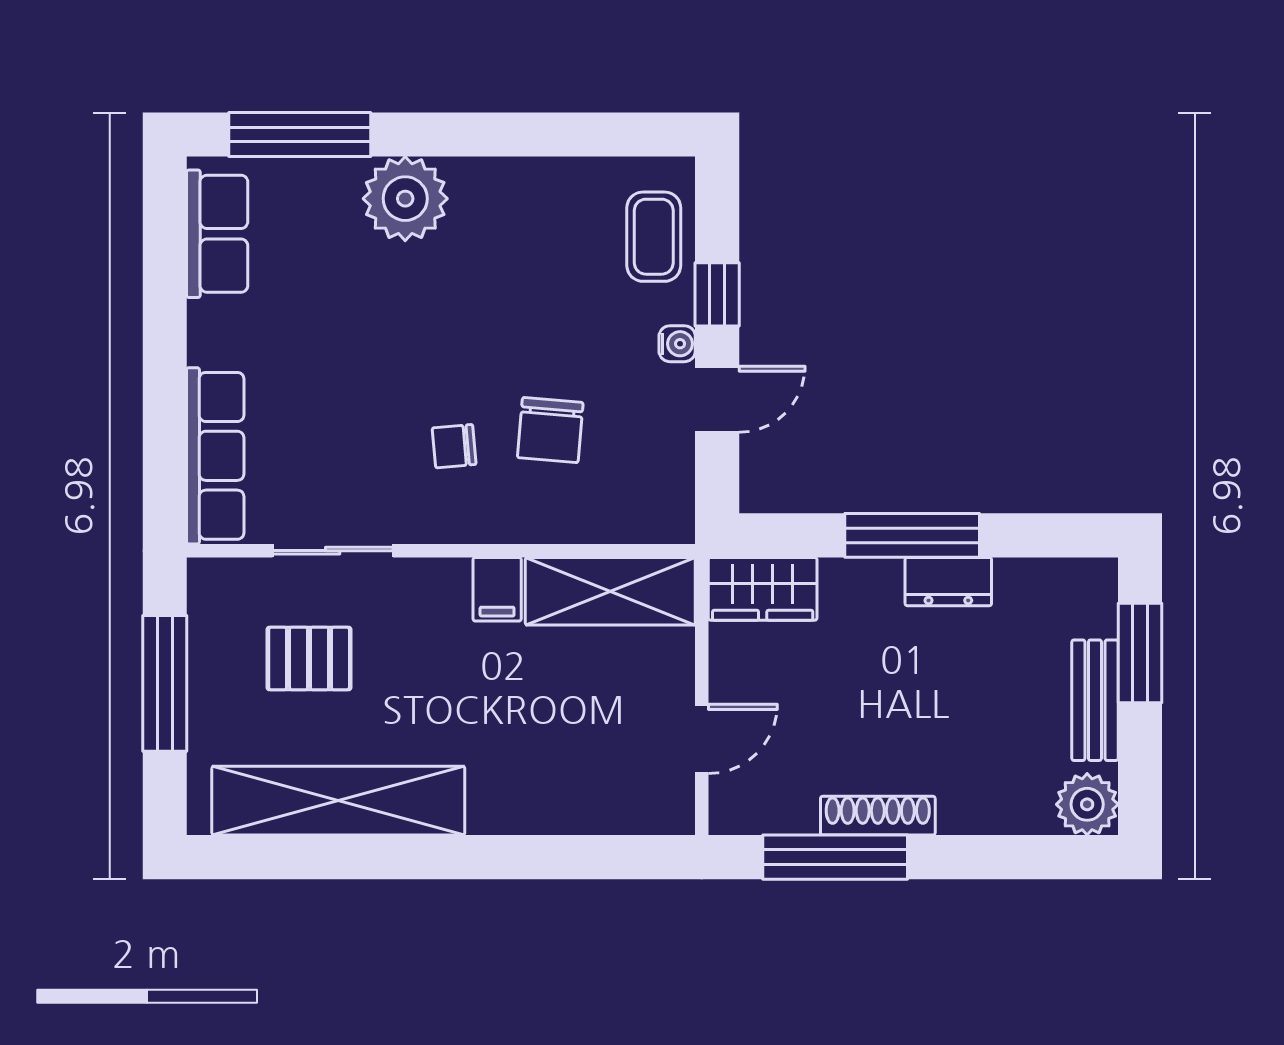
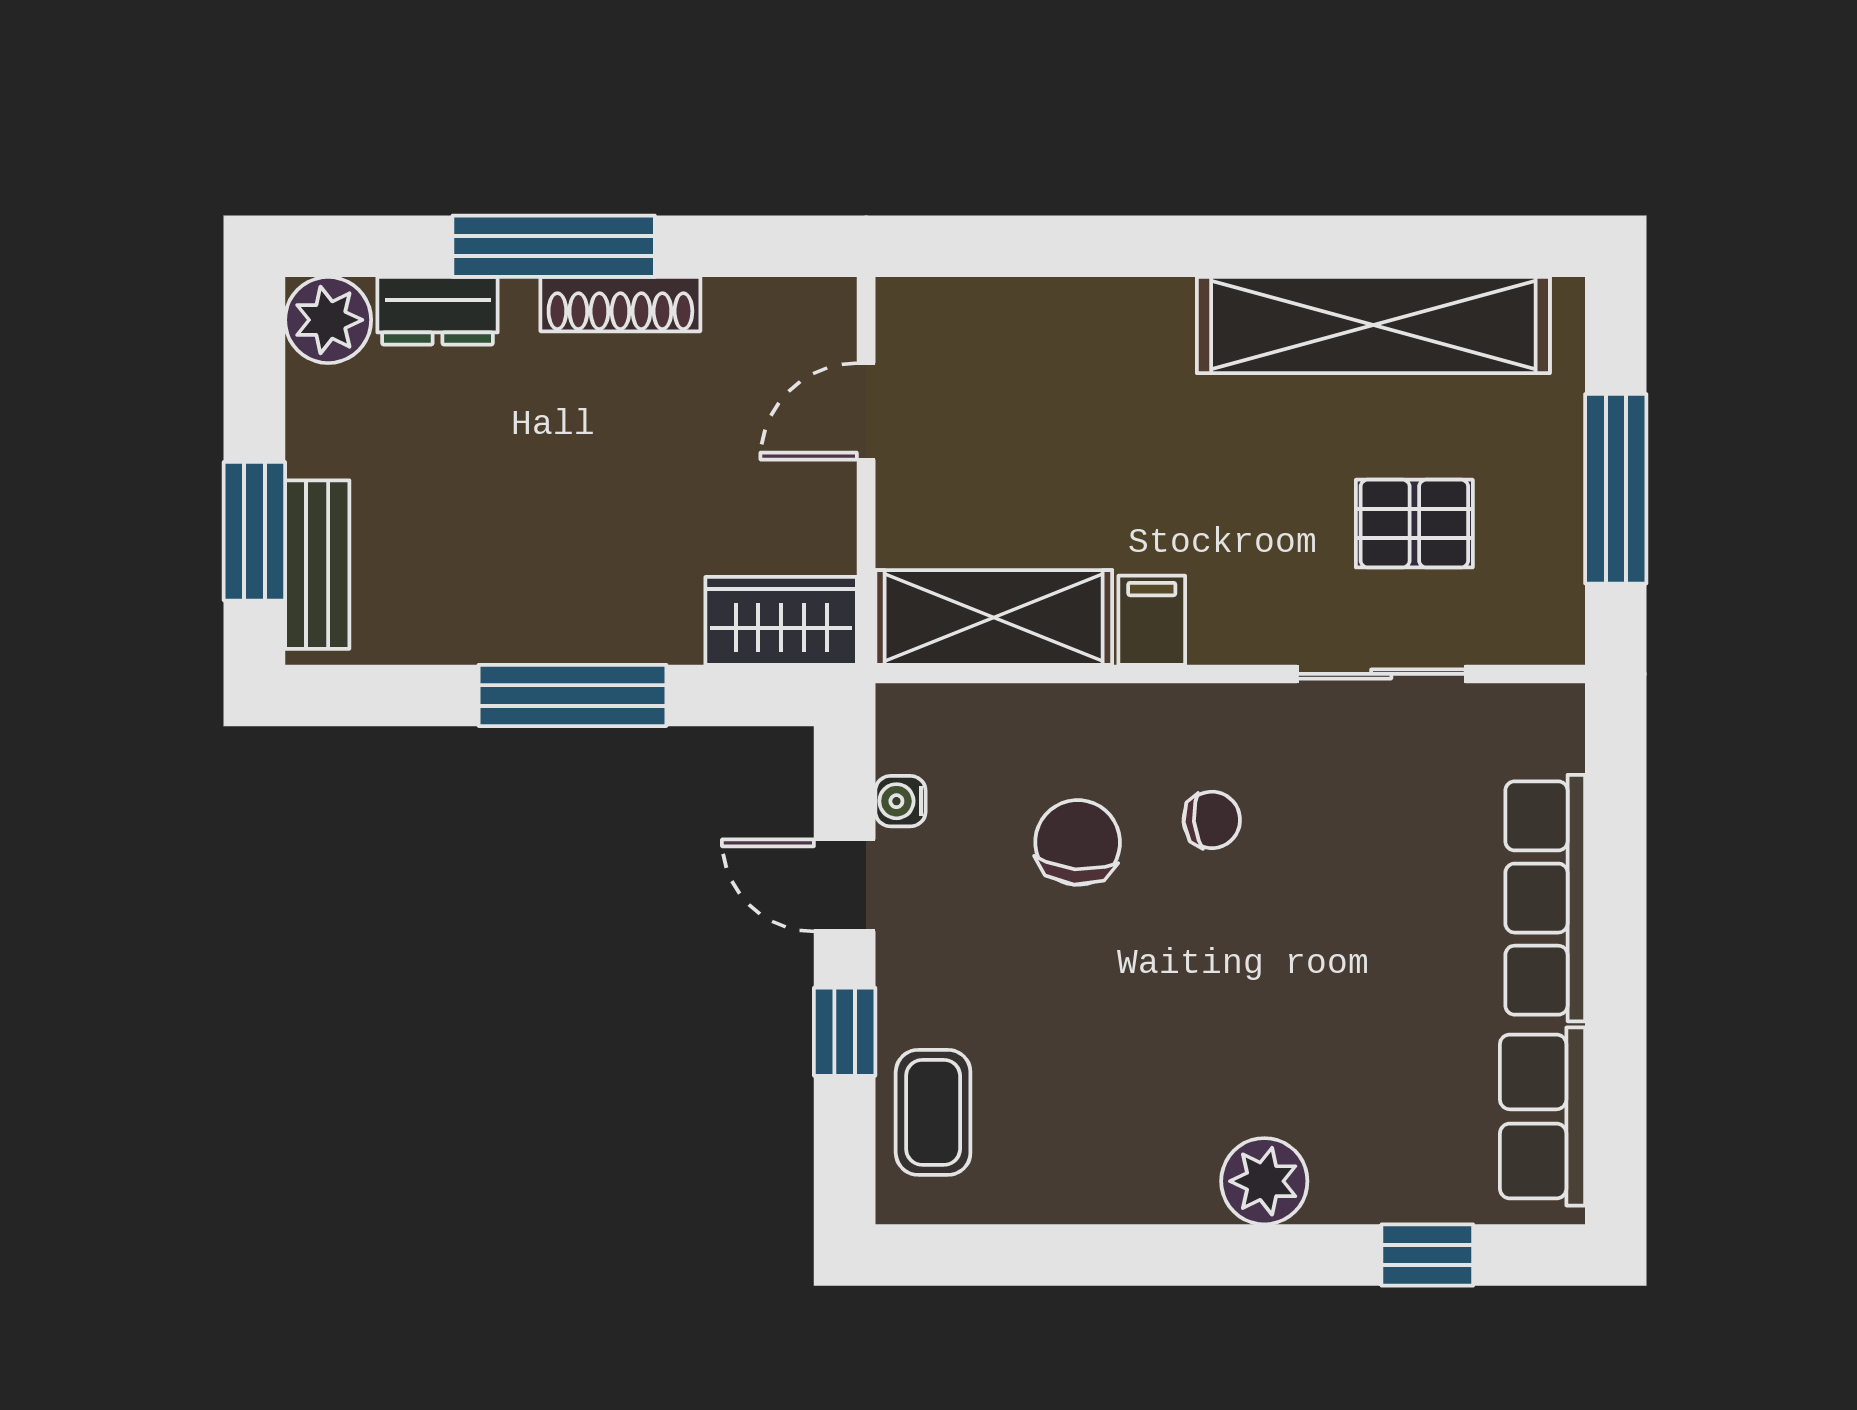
window: (300, 134) -> (1427, 1255), width x0.46
plant: (405, 199) -> (1264, 1181), width x0.73, depth x0.73
water cooler: (677, 344) -> (900, 801), moved
door: (717, 399) -> (845, 885), hinge flipped
row of seats: (215, 456) -> (1545, 898), moved
dresser: (948, 582) -> (438, 311), moved, turned 180
bench: (1095, 700) -> (317, 565), moved
window: (835, 857) -> (554, 246), moved

